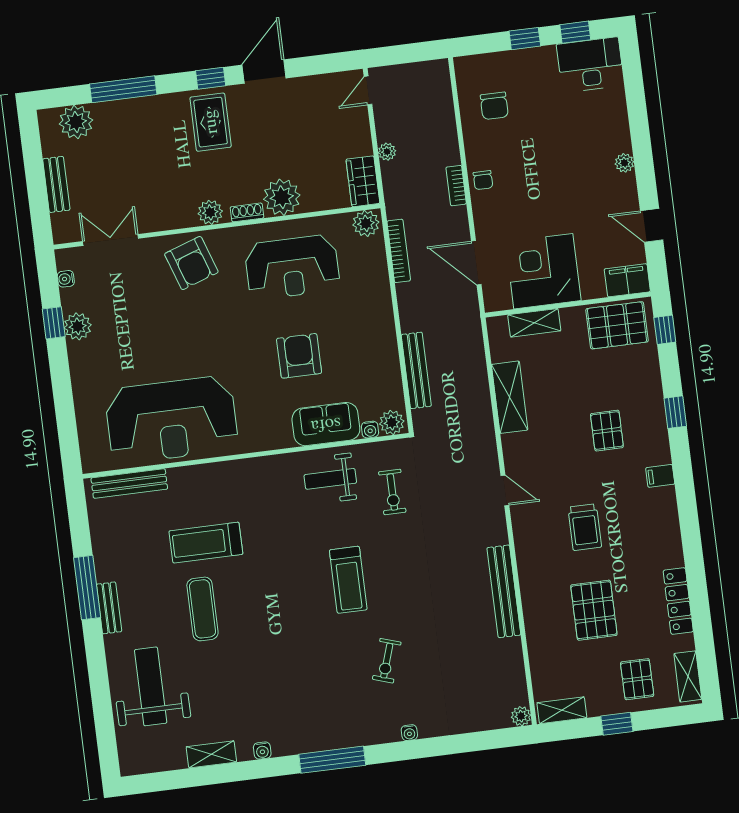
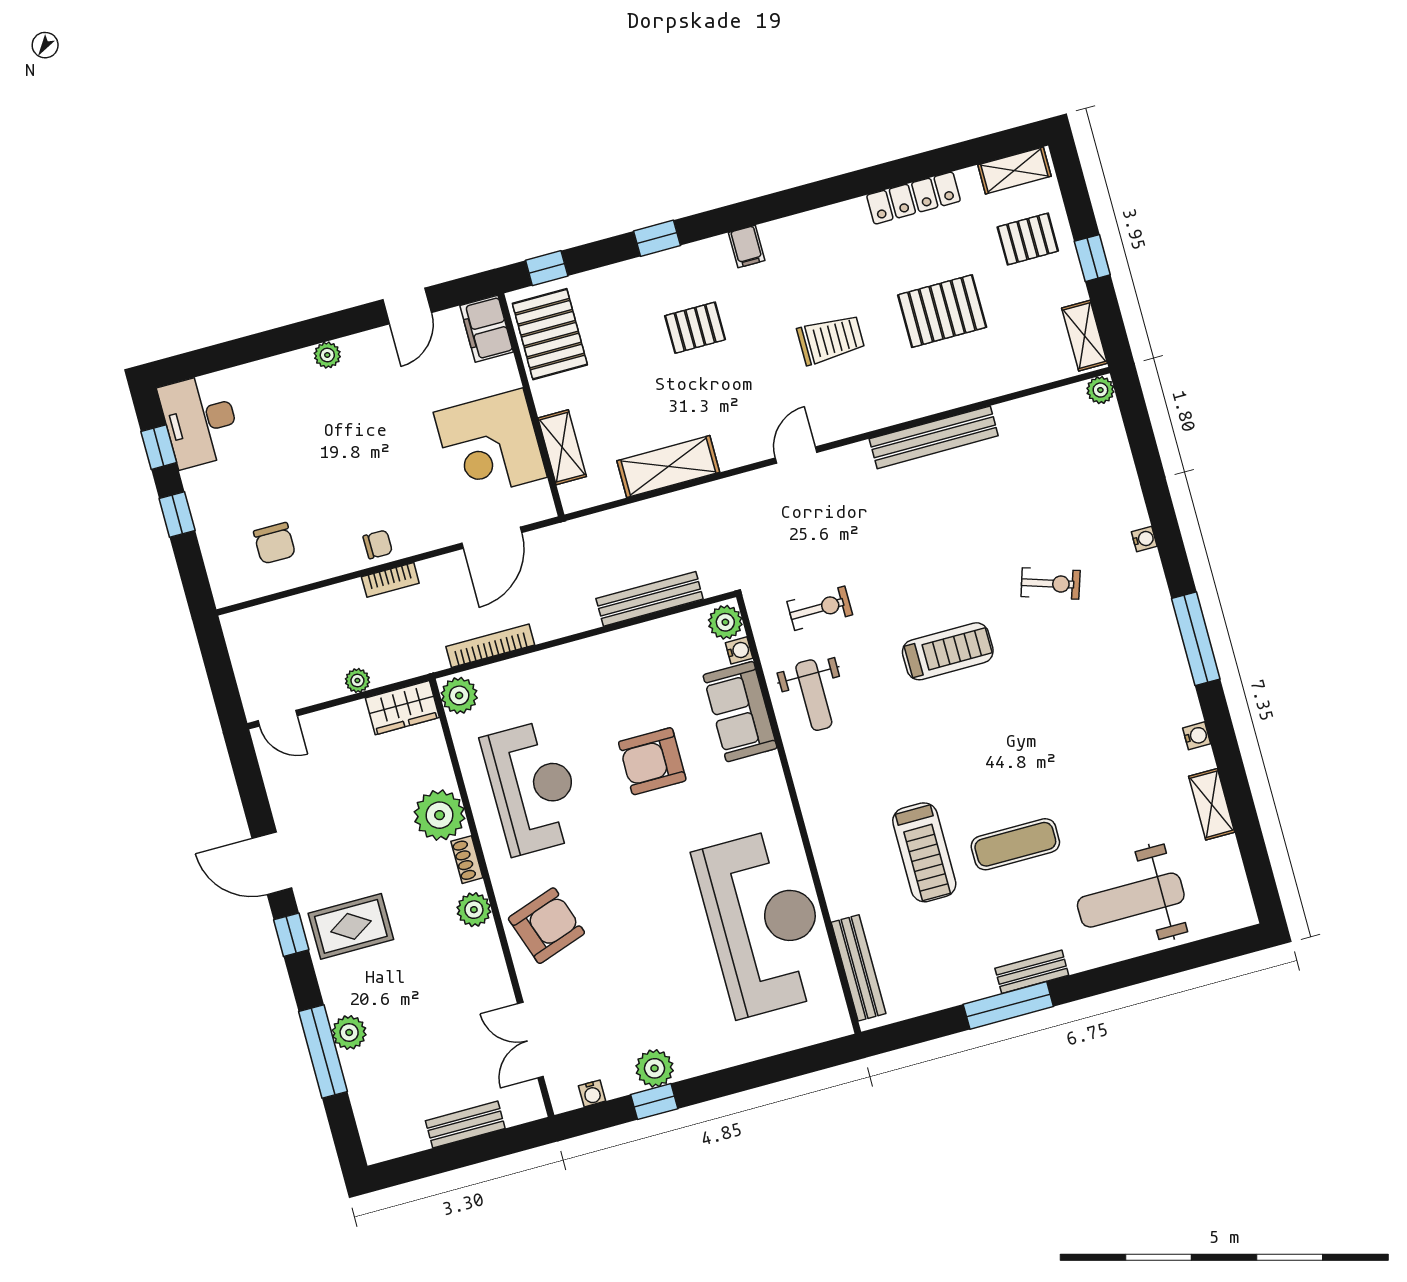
chair: (494, 106) -> (274, 543), turned 90
plant: (76, 122) -> (349, 1032), moved, width x0.73, depth x0.73

